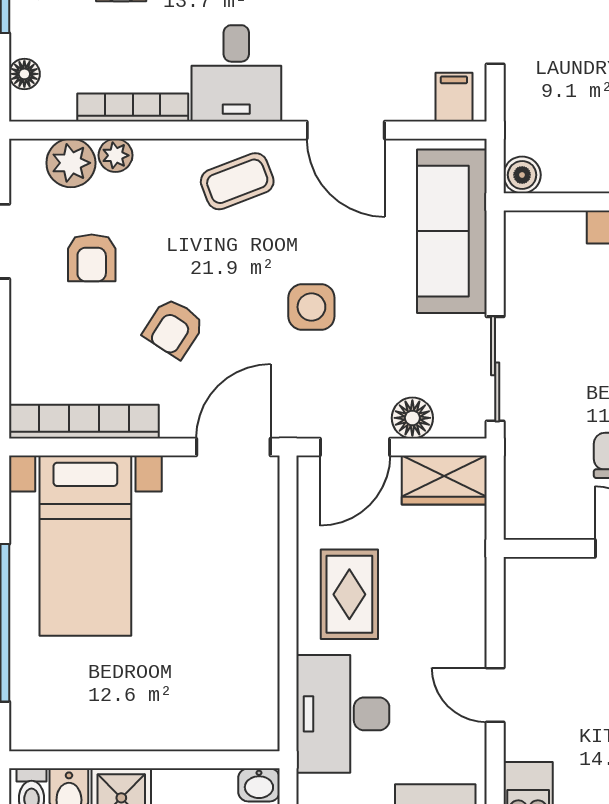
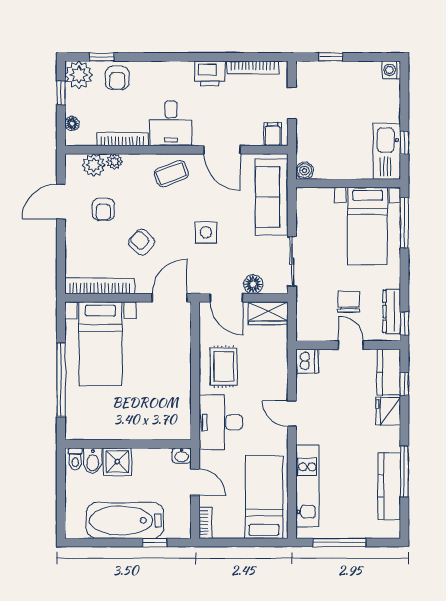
armchair: (174, 328) -> (142, 242), turned 101
door: (355, 447) -> (226, 298), hinge flipped
dishwasher: (528, 583) -> (307, 361), added

